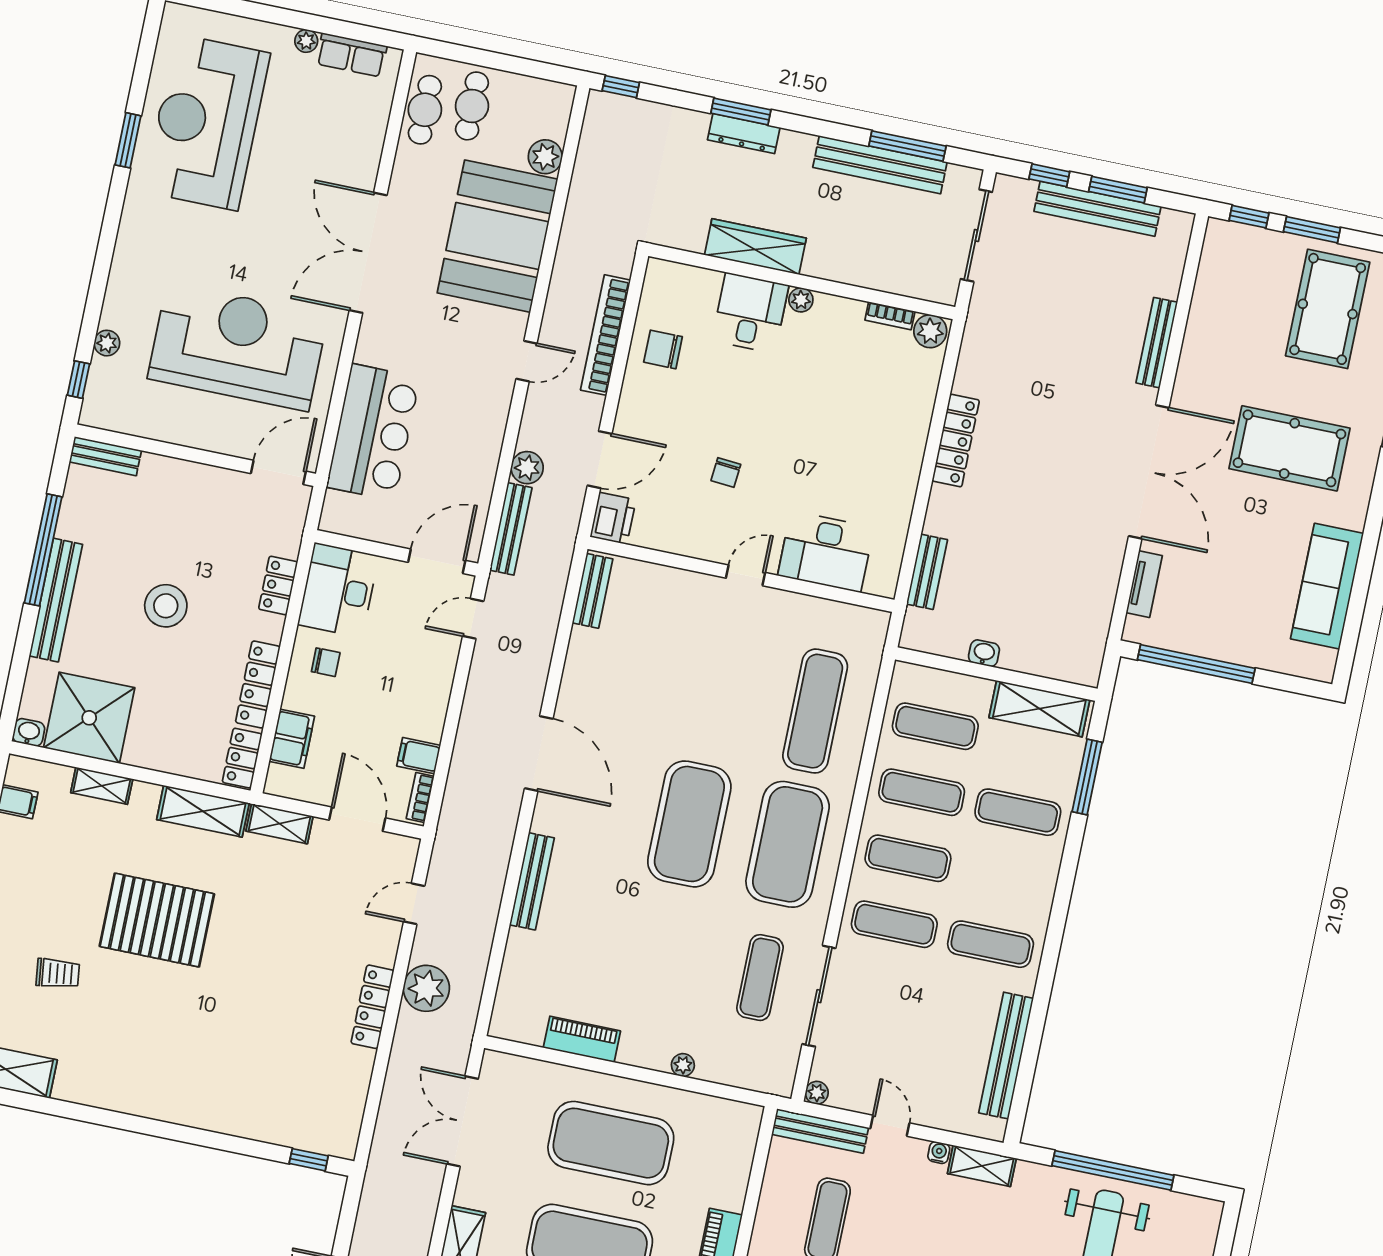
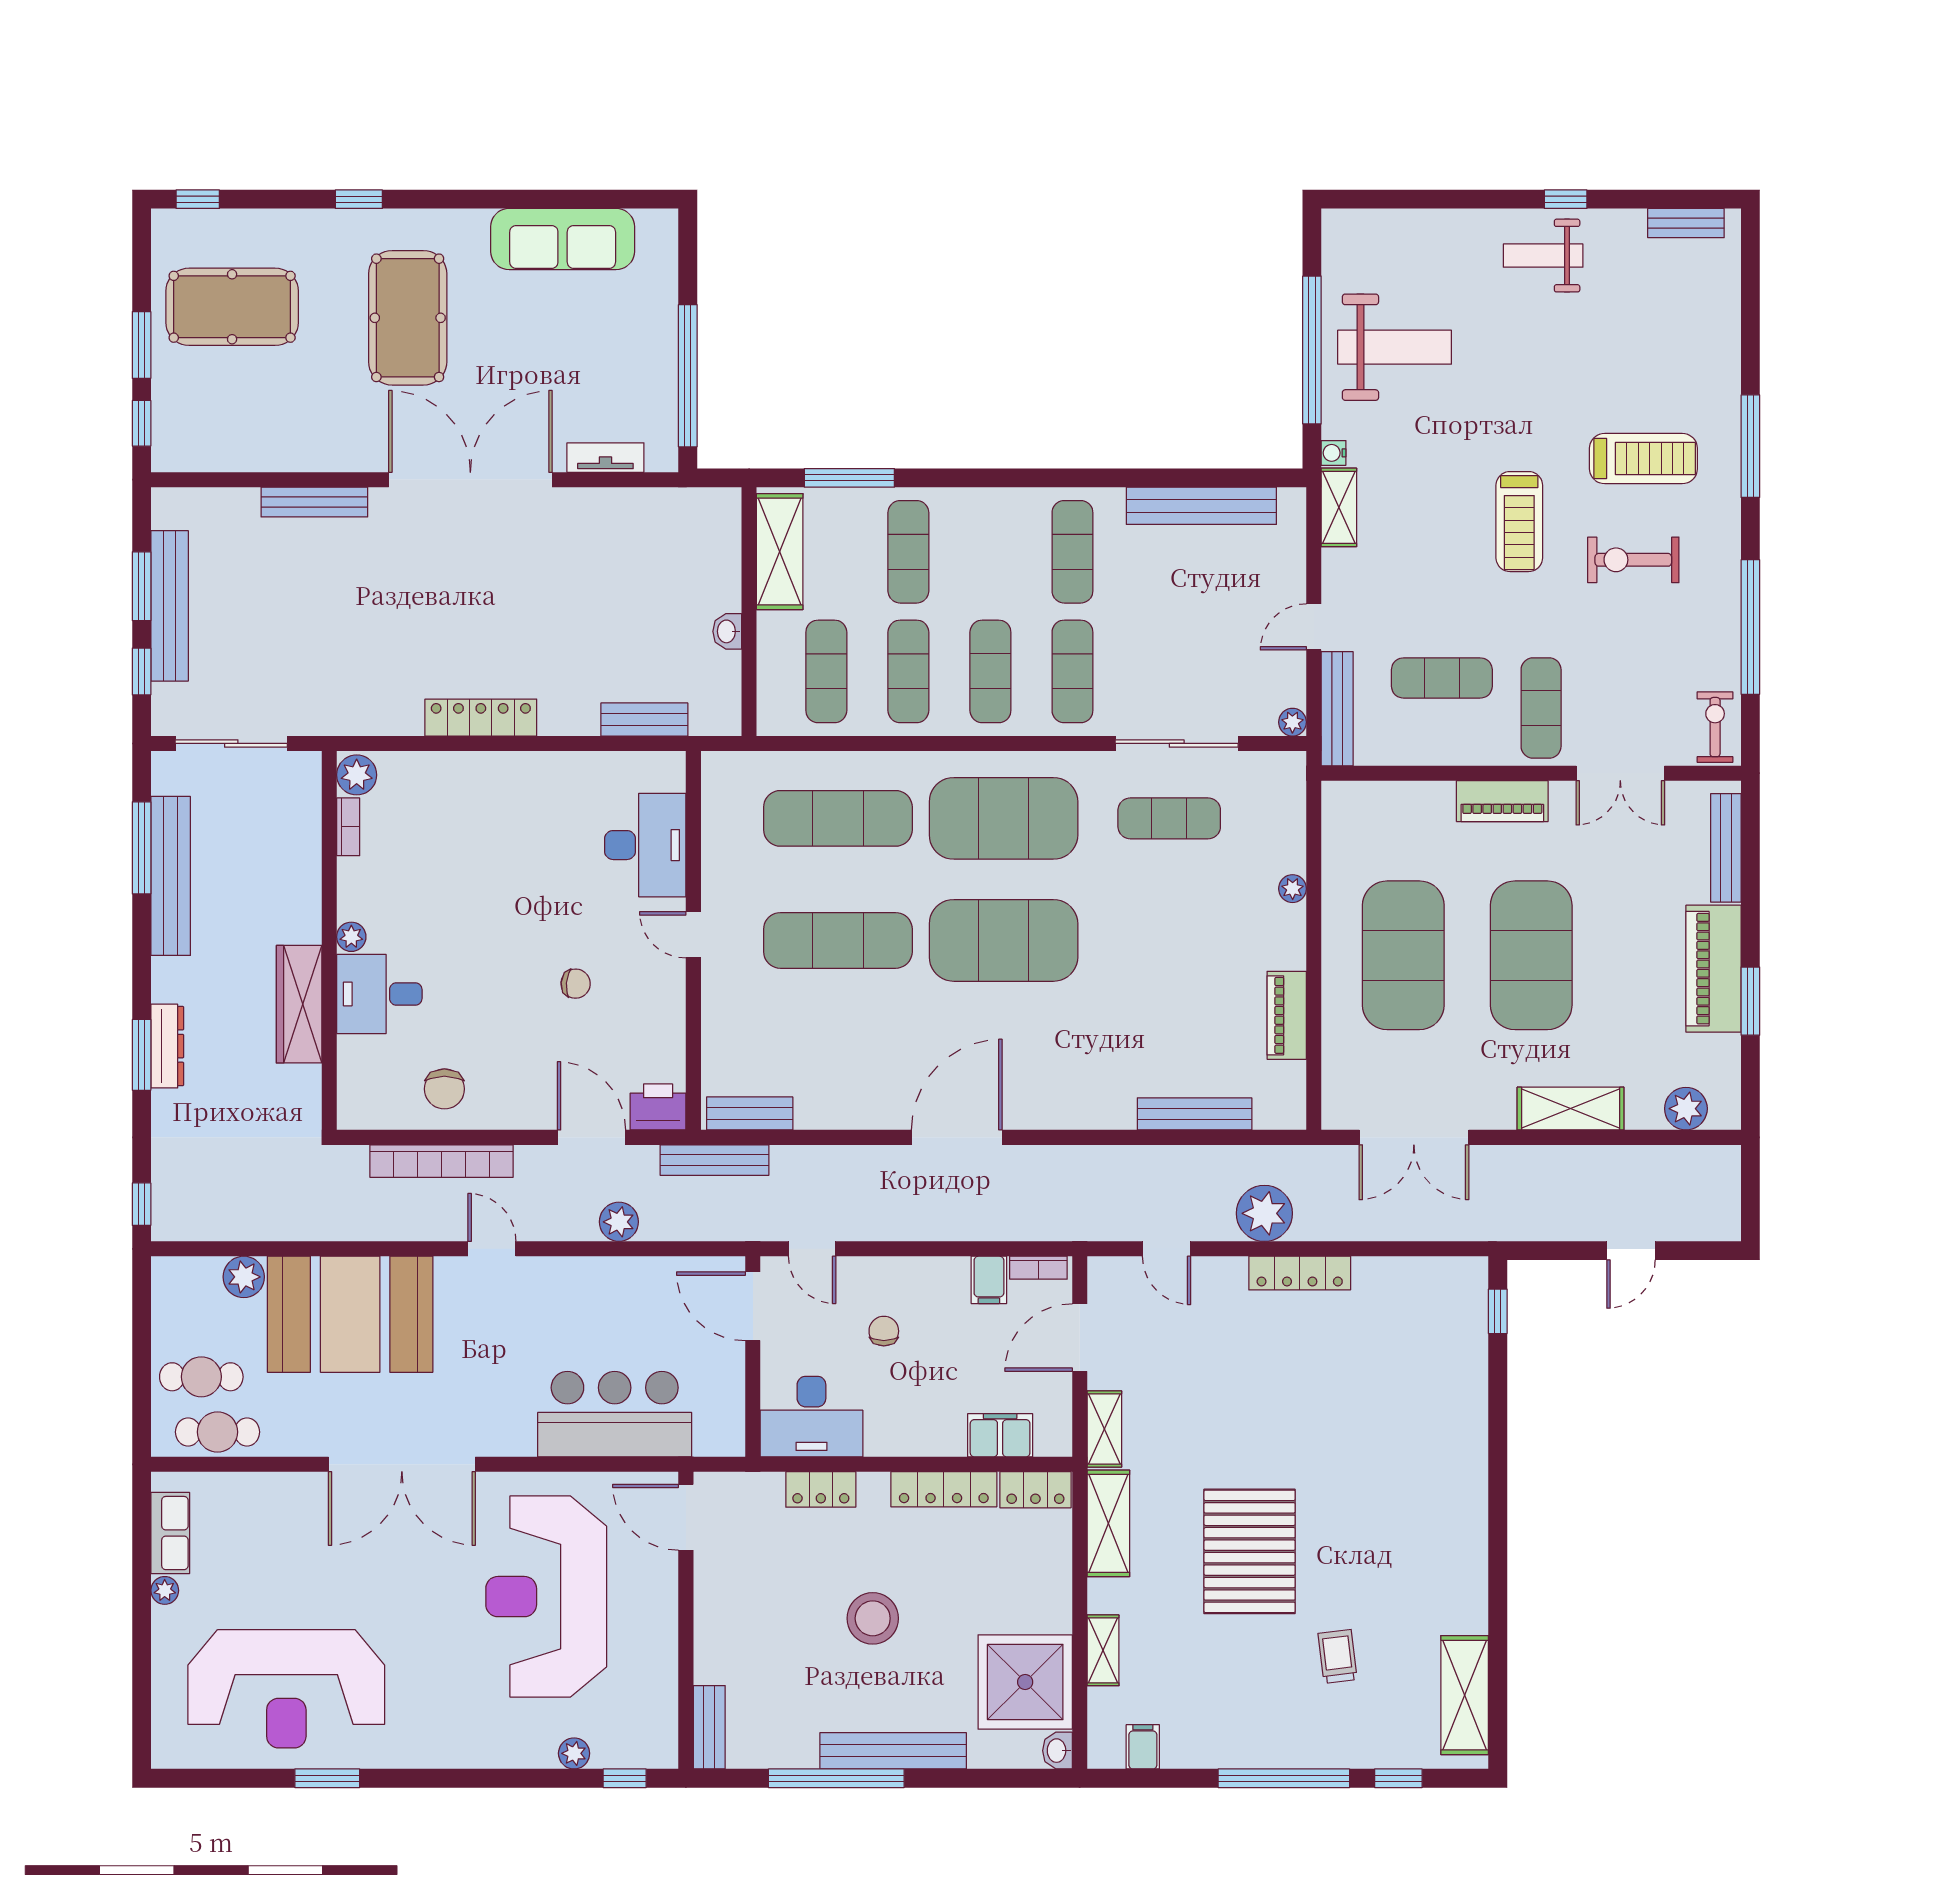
bench: (511, 529) -> (715, 1160), moved
chair: (326, 662) -> (884, 1331), moved
exercise mat: (717, 691) -> (838, 940), added
bench: (532, 881) -> (1195, 1114), moved
water cooler: (939, 1153) -> (1334, 453), moved

